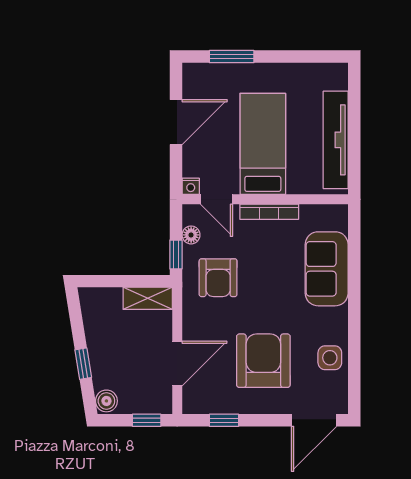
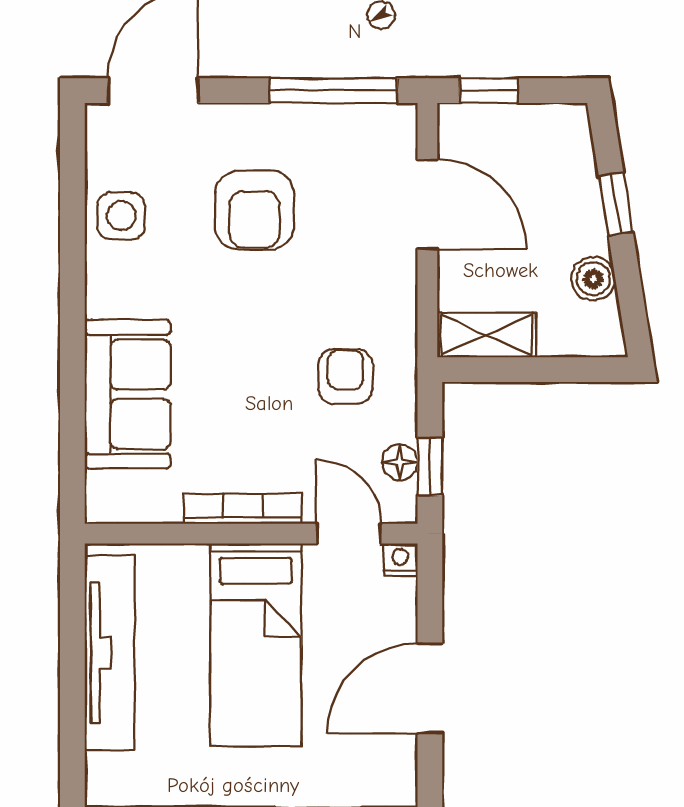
window: (176, 255) -> (430, 466), moved
armchair: (218, 278) -> (345, 376), width x0.72, depth x0.72
armchair: (263, 361) -> (255, 210), width x0.73, depth x0.73
door: (177, 363) -> (427, 205), swing flipped
boiler: (106, 401) -> (593, 279), moved
window: (224, 420) -> (334, 91), width x2.17

